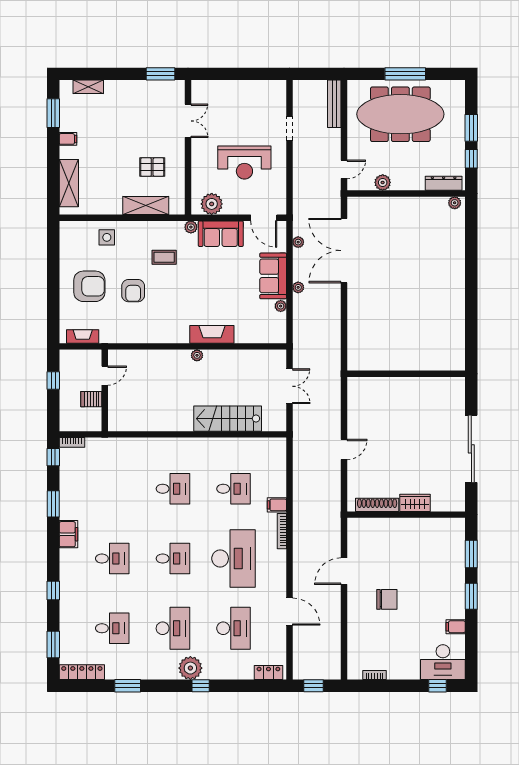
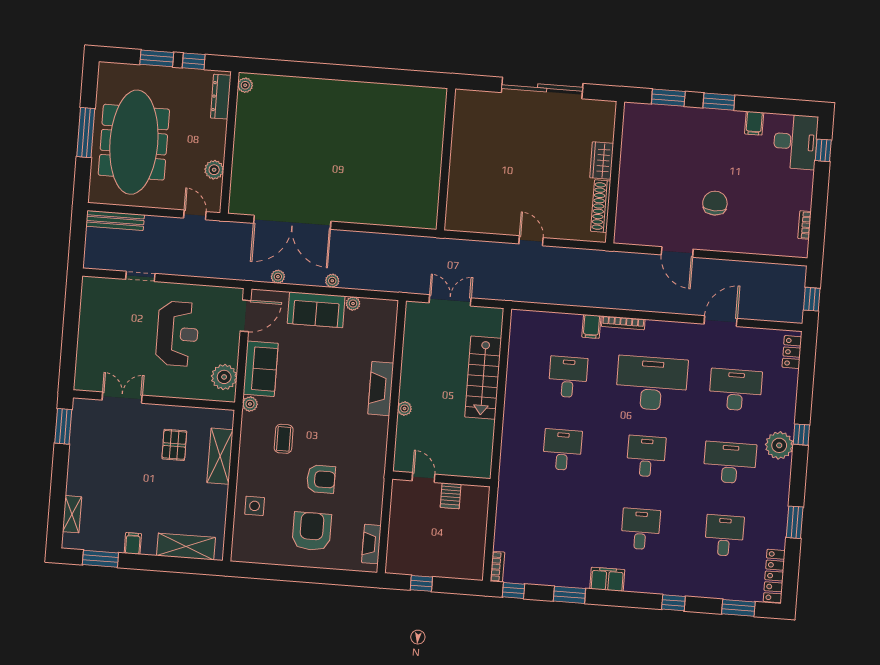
door: (105, 376) -> (424, 477), moved
wall: (105, 390) -> (441, 479), moved
server rack: (91, 399) -> (451, 496), moved

